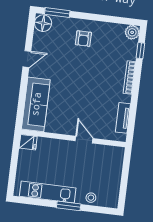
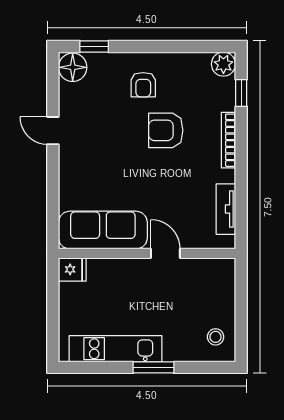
window: (57, 12) -> (94, 46), width x0.67
door: (27, 59) -> (53, 131), swing flipped
armchair: (93, 67) -> (166, 130), added
sofa: (36, 104) -> (103, 230), moved, turned -90
stool: (91, 198) -> (216, 337), moved

